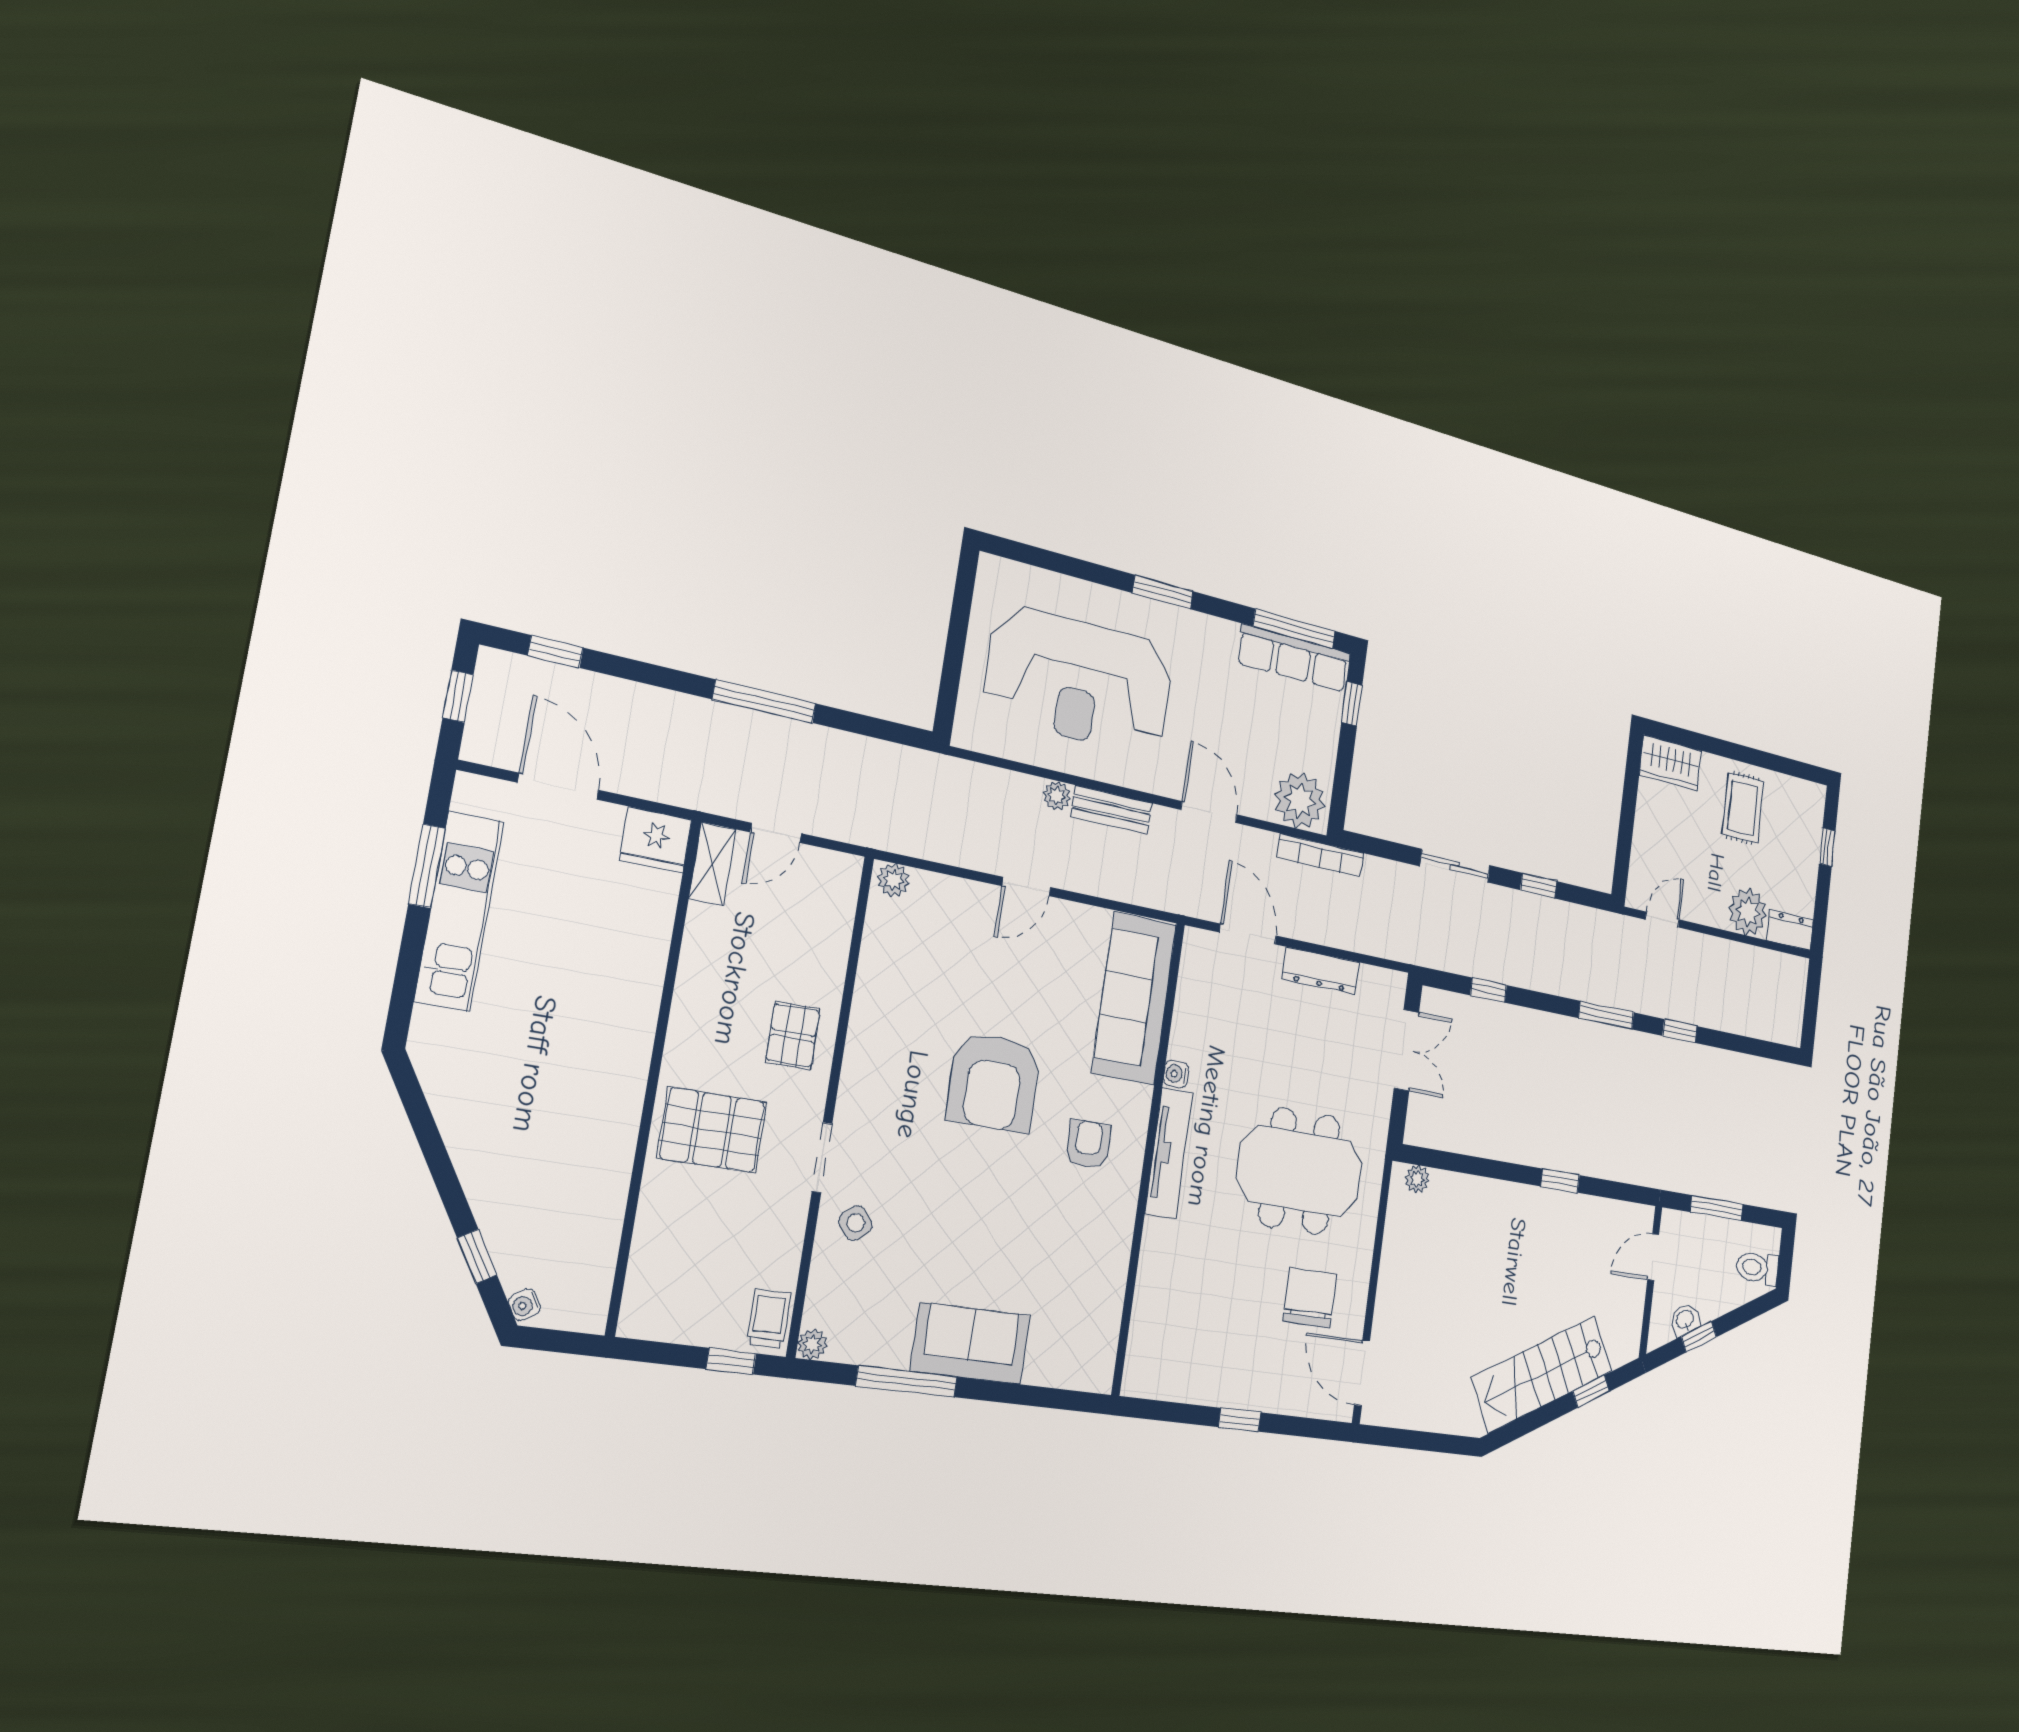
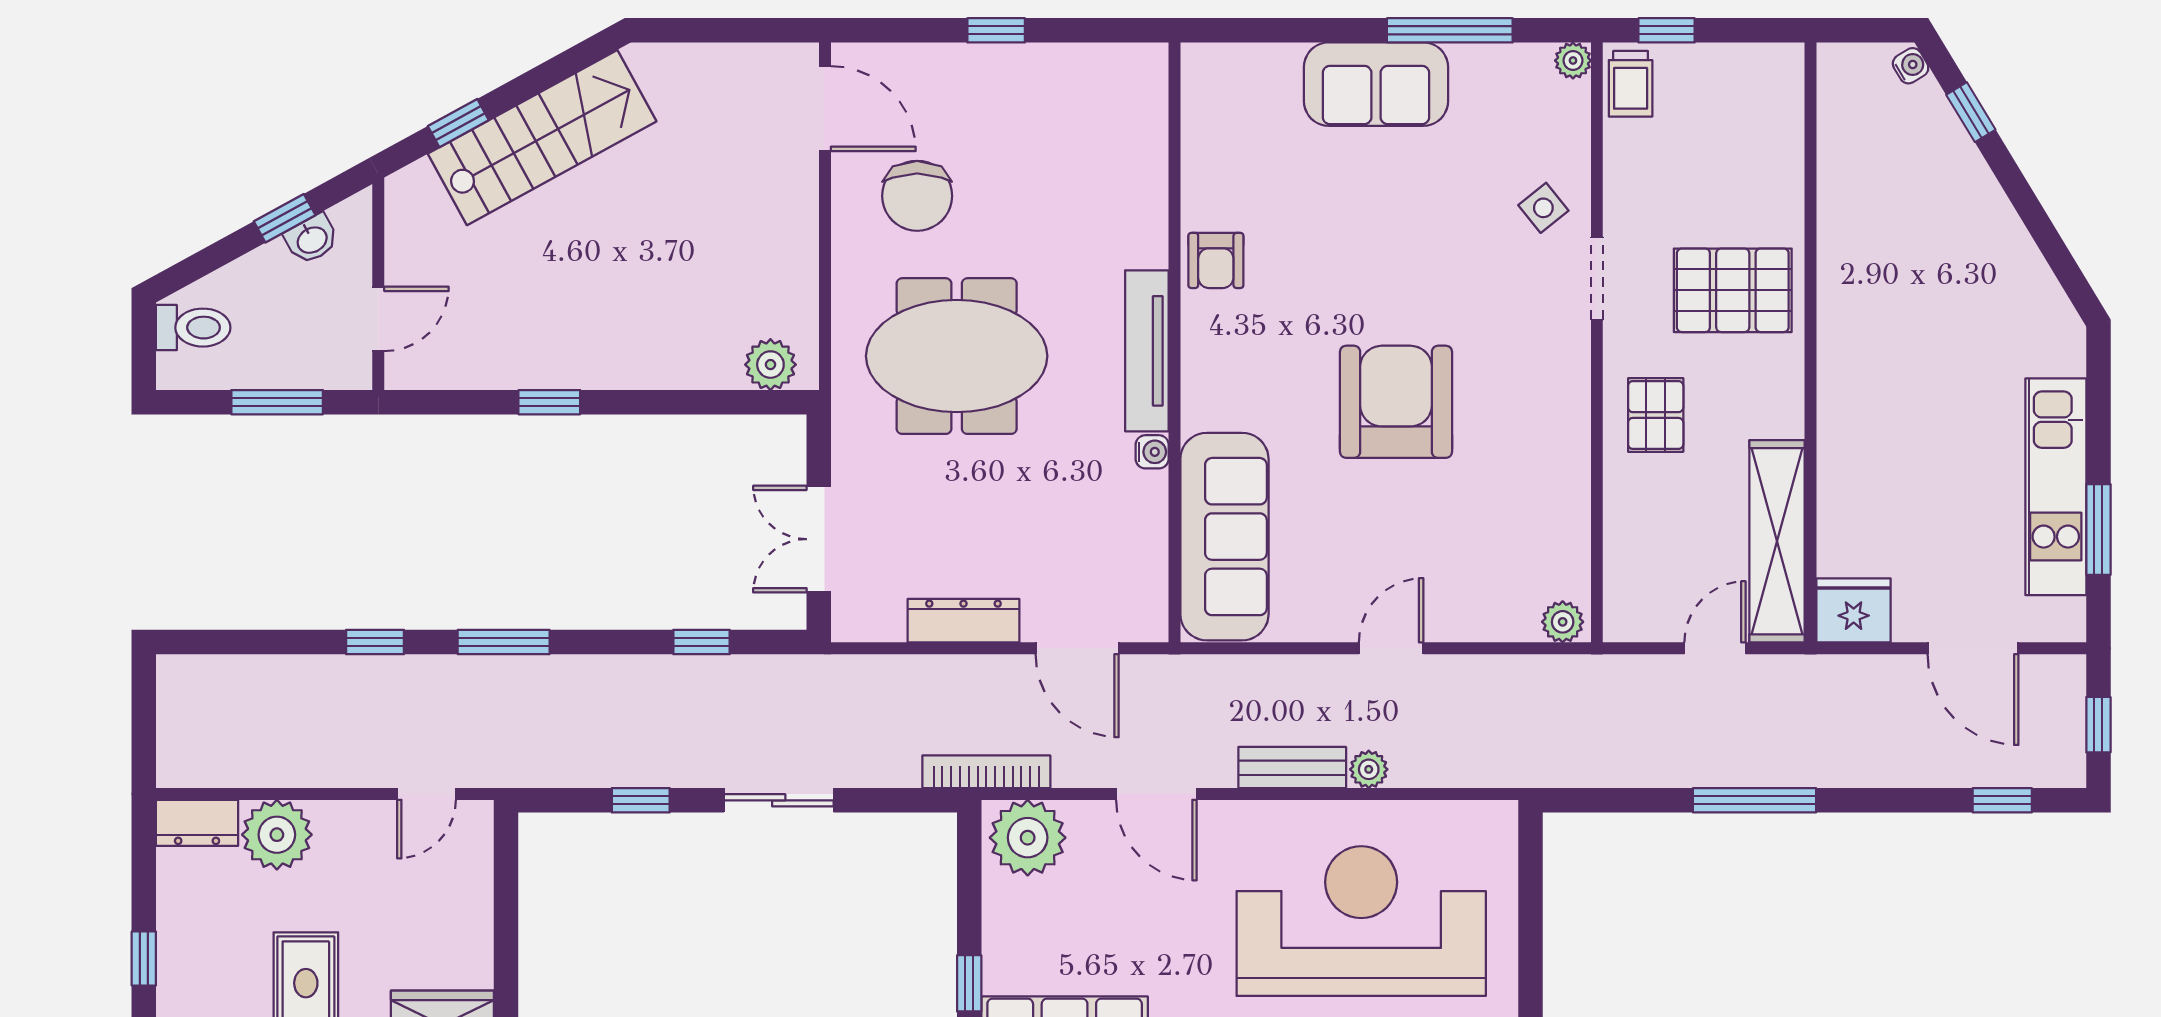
shelving: (712, 864) -> (1777, 541), width x2.20, depth x1.33
armchair: (1088, 1144) -> (1216, 260), moved
plant: (1417, 1179) -> (770, 365), width x1.38, depth x1.38

